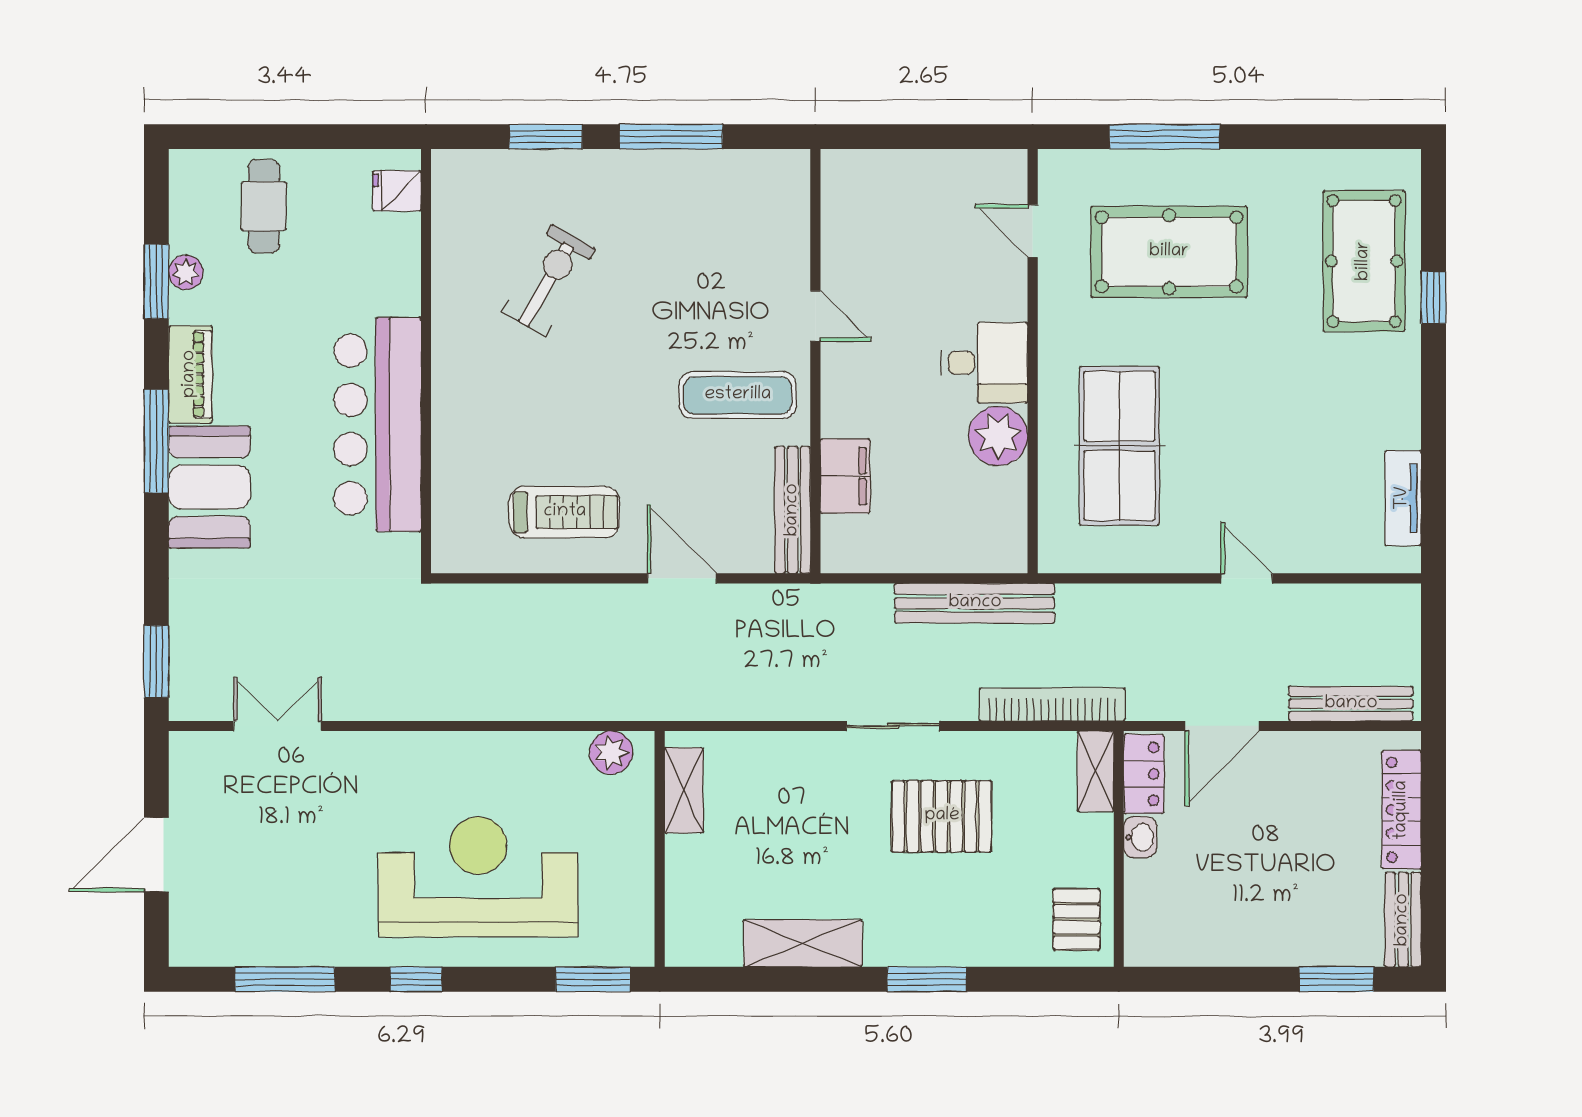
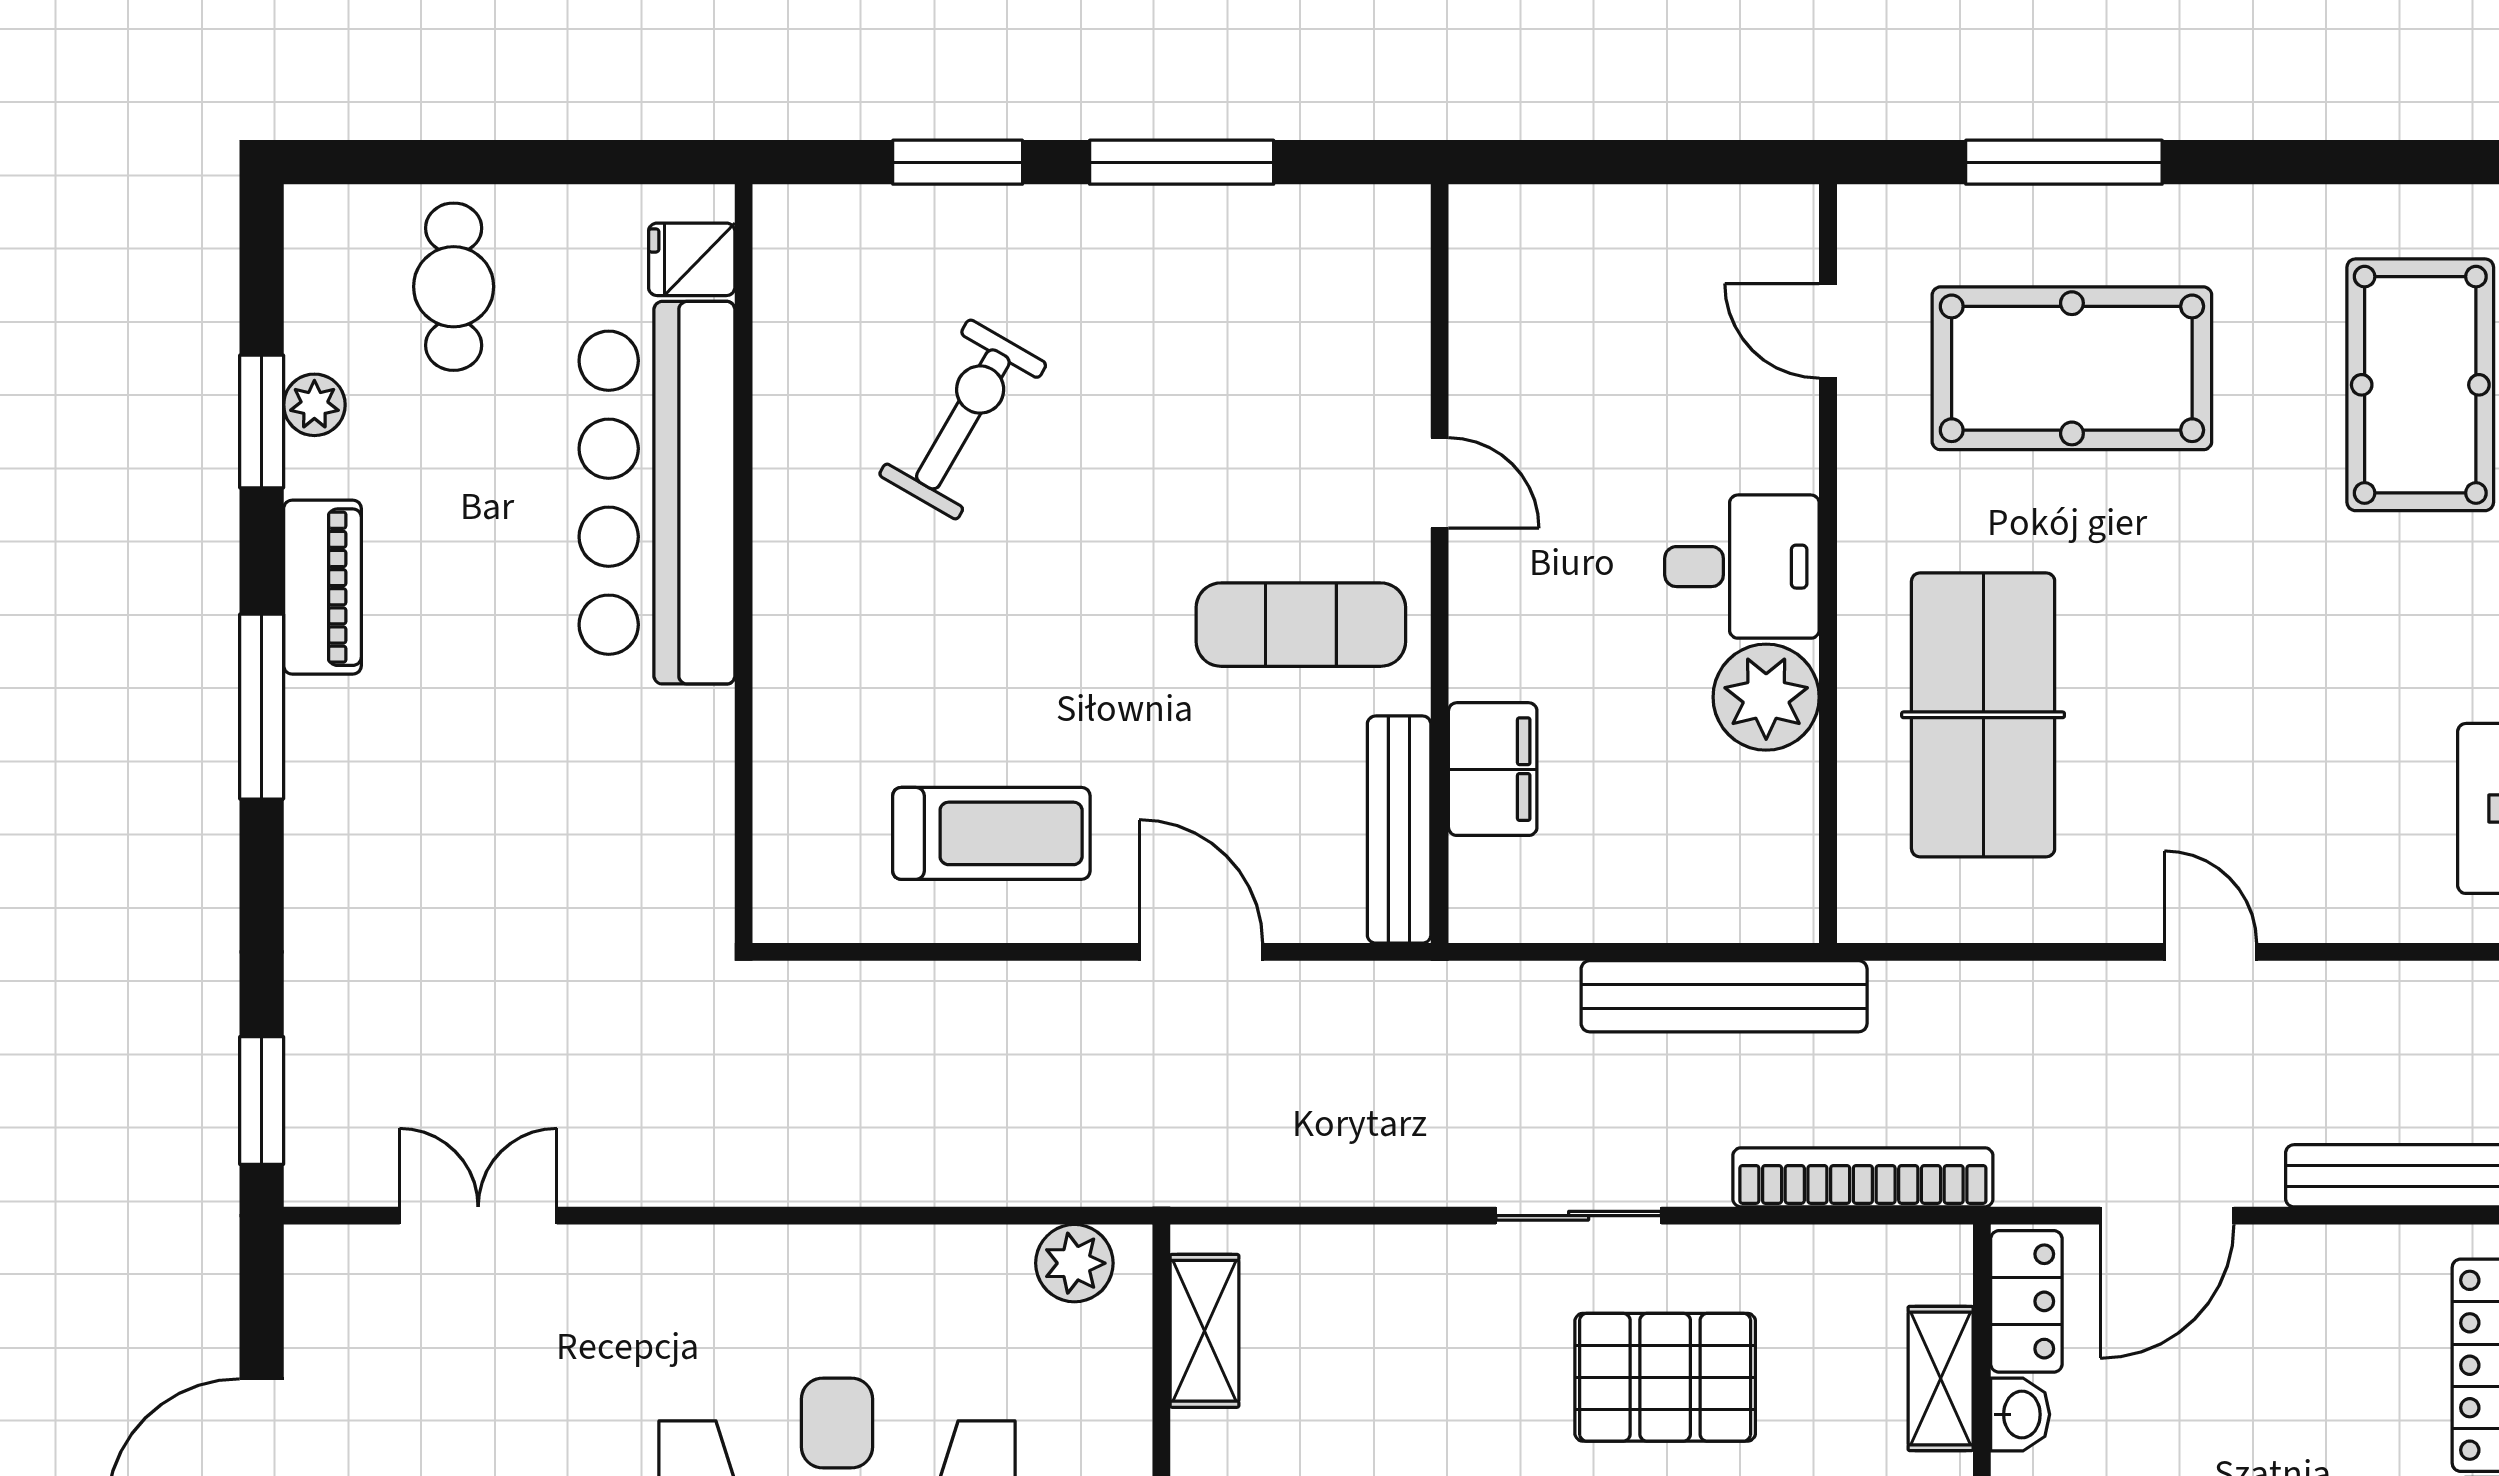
bar counter: (377, 425) -> (657, 493), moved
booth: (209, 487) -> (357, 789), removed
shelving: (1096, 771) -> (1941, 1378), moved

